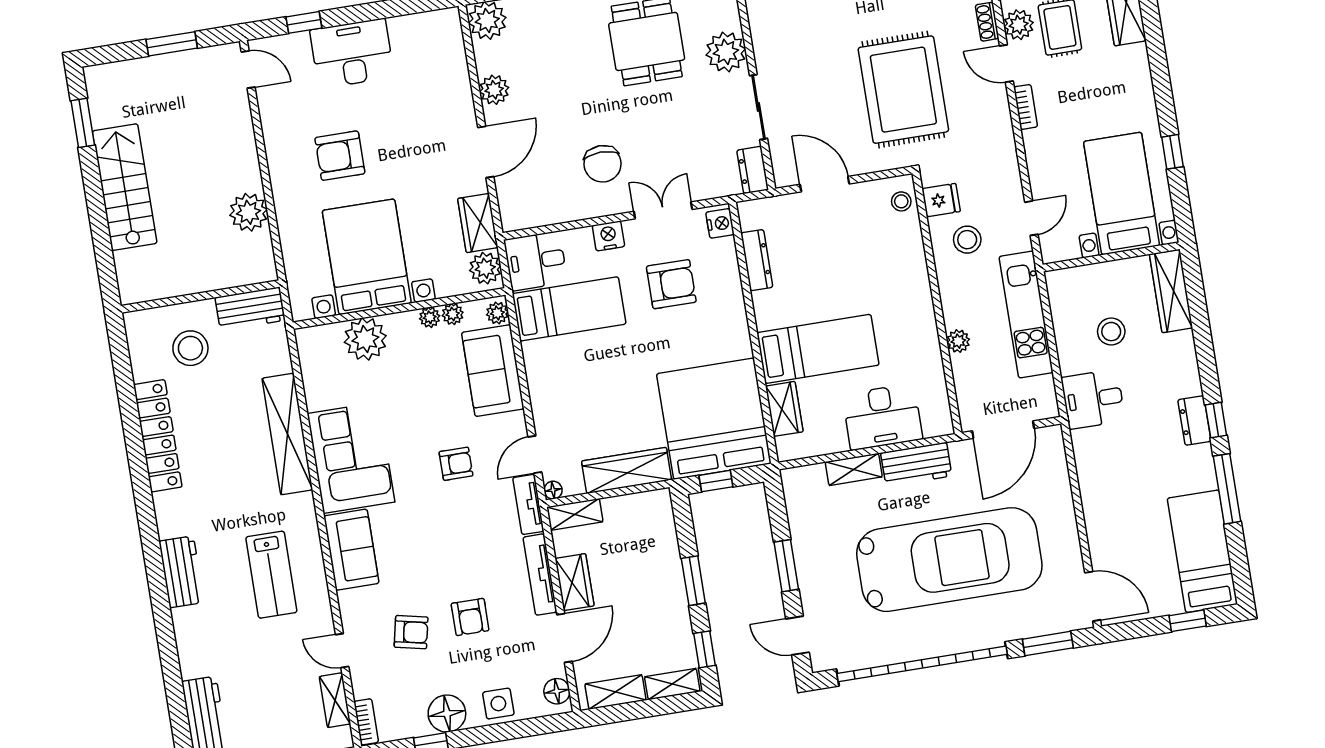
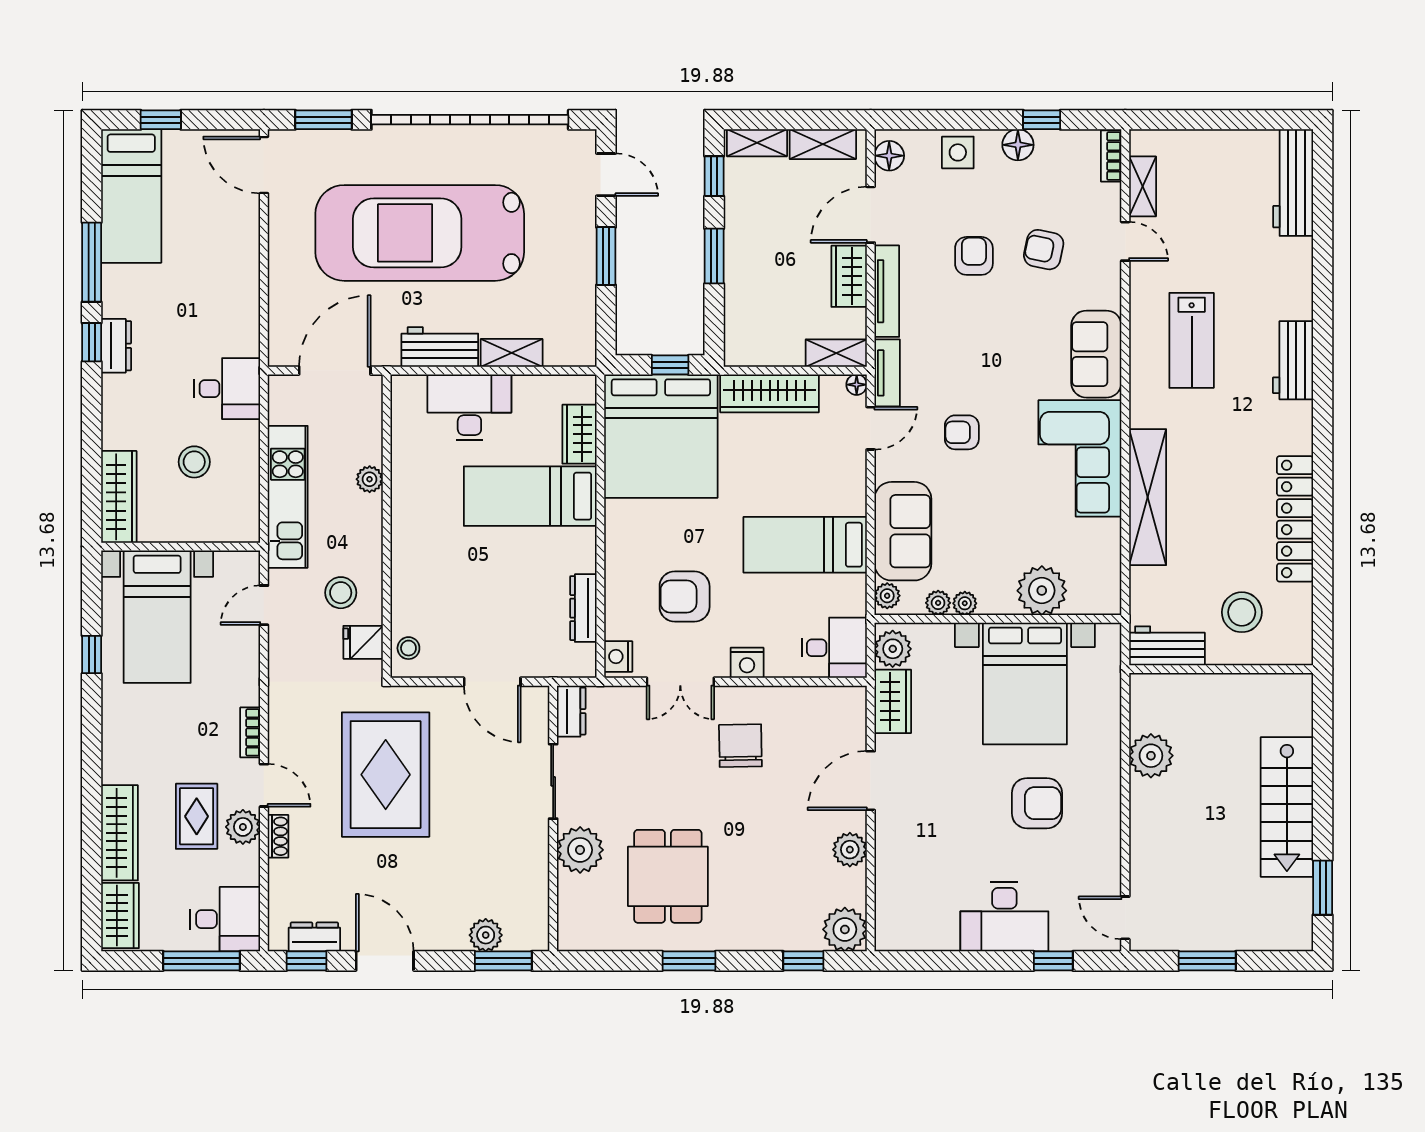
bed: (569, 309) -> (805, 545), moved
lab bench: (271, 575) -> (1192, 340), turned 180
floor lamp: (447, 714) -> (1018, 145), width x0.73, depth x0.73

